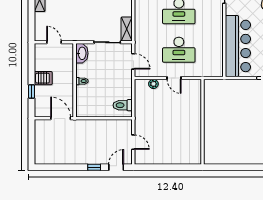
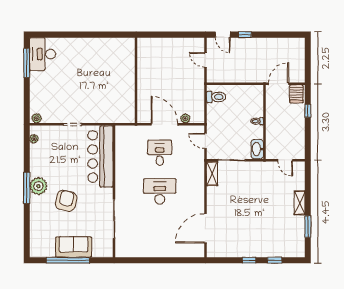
desk: (179, 50) -> (160, 153), width x0.73
server rack: (43, 78) -> (296, 94), moved, turned -90
door: (174, 78) -> (165, 124), width x1.87
door: (61, 118) -> (279, 84), swing flipped
door: (116, 167) -> (223, 35), hinge flipped

